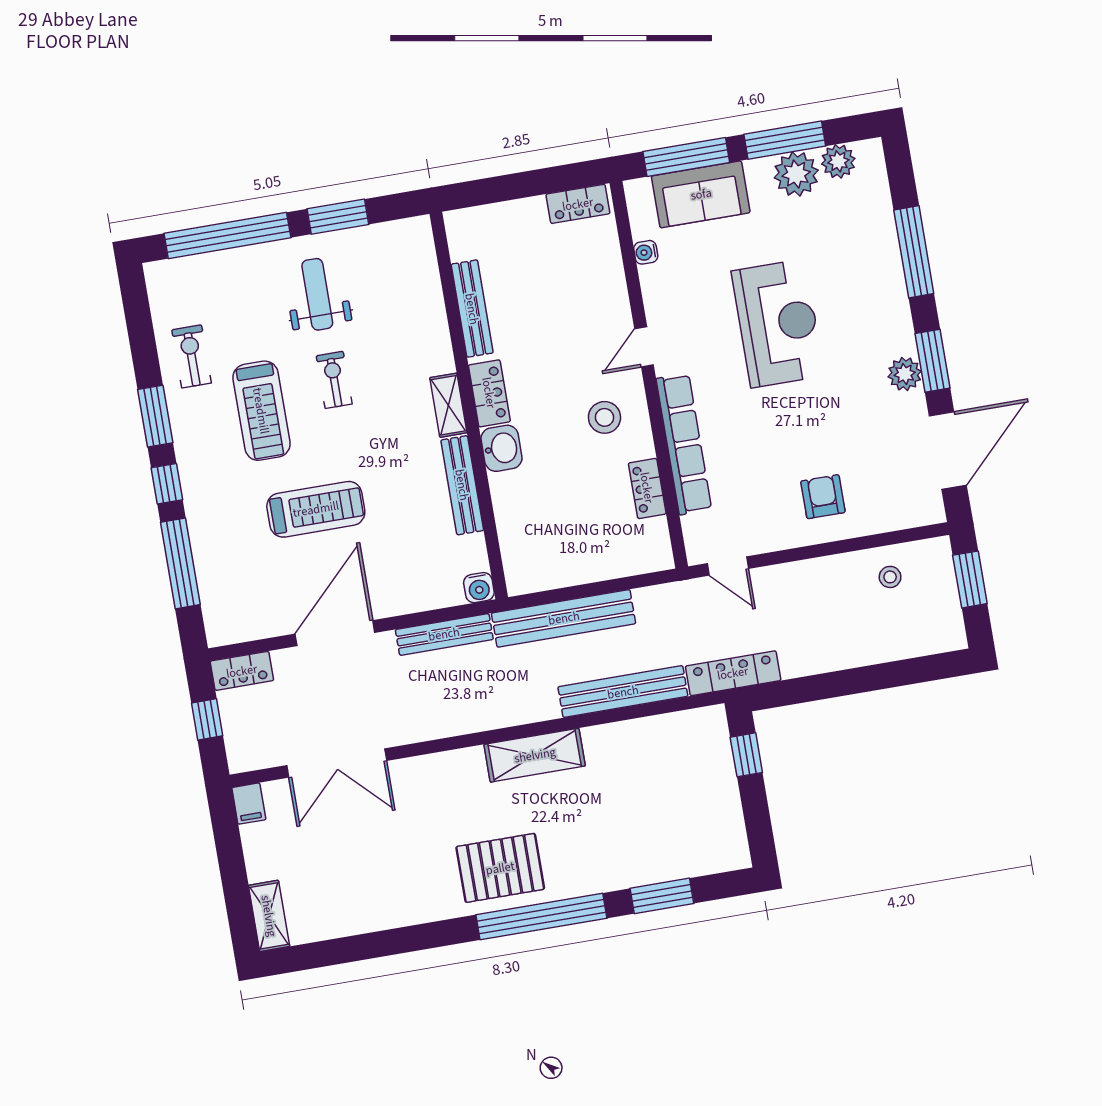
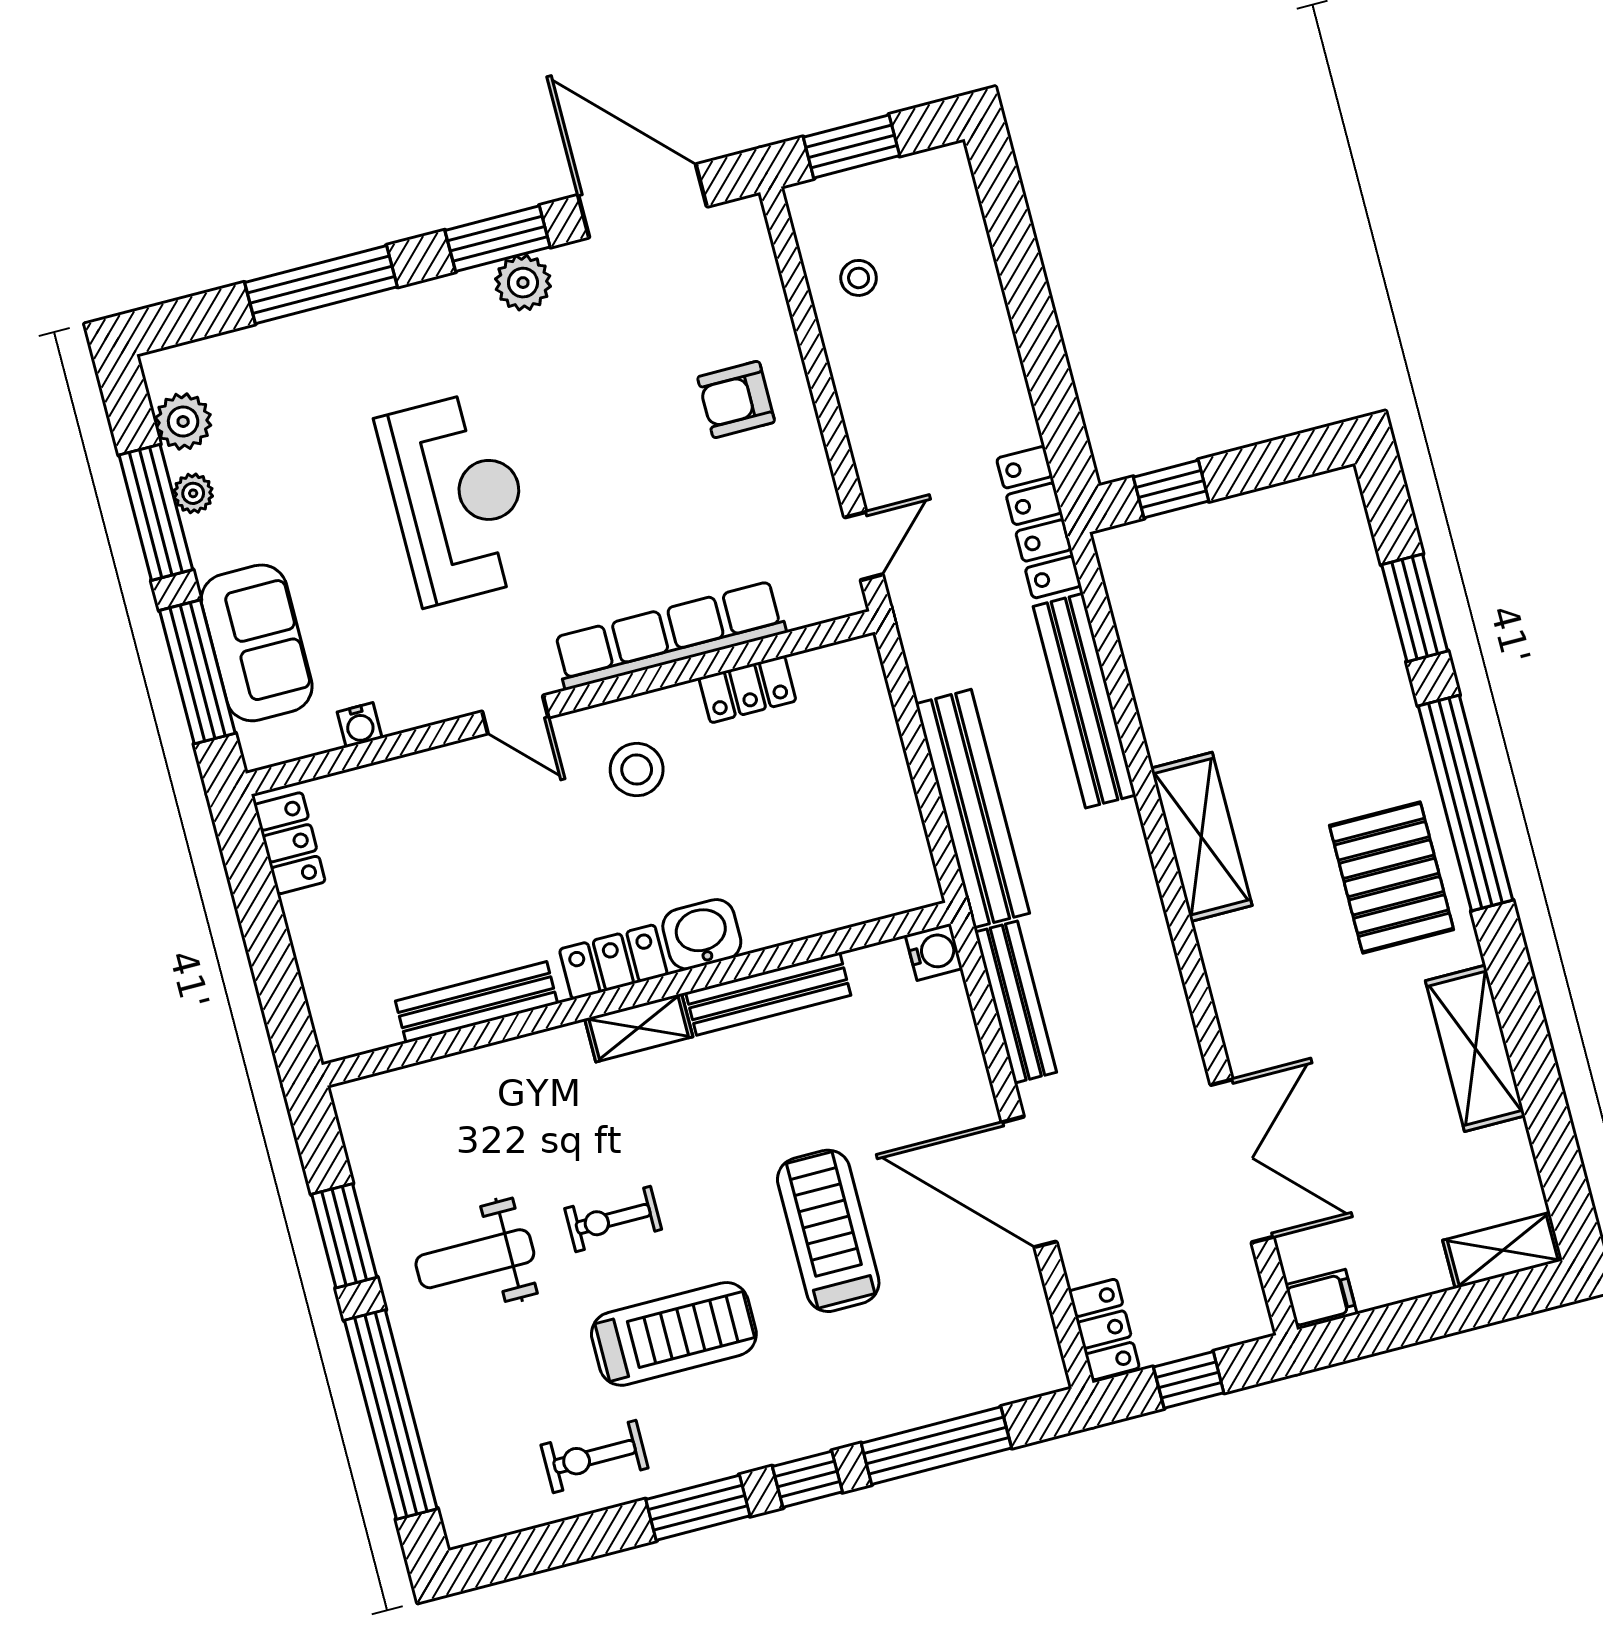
plant: (796, 174) -> (193, 493), width x0.53, depth x0.53
reception desk: (778, 323) -> (458, 498), turned 90
shelving: (393, 910) -> (1475, 1048), added

